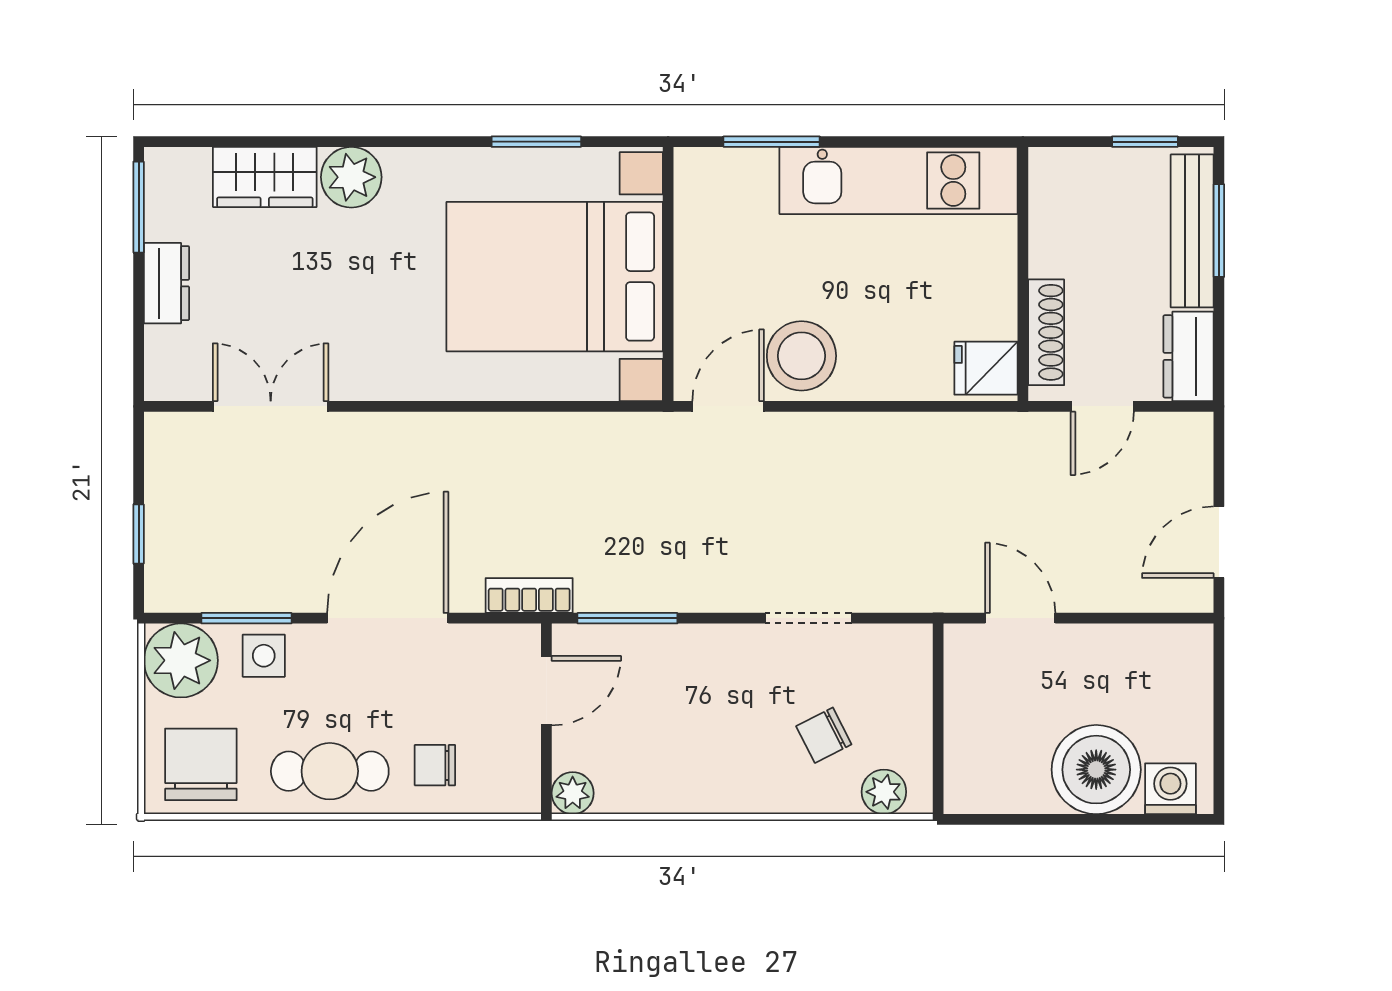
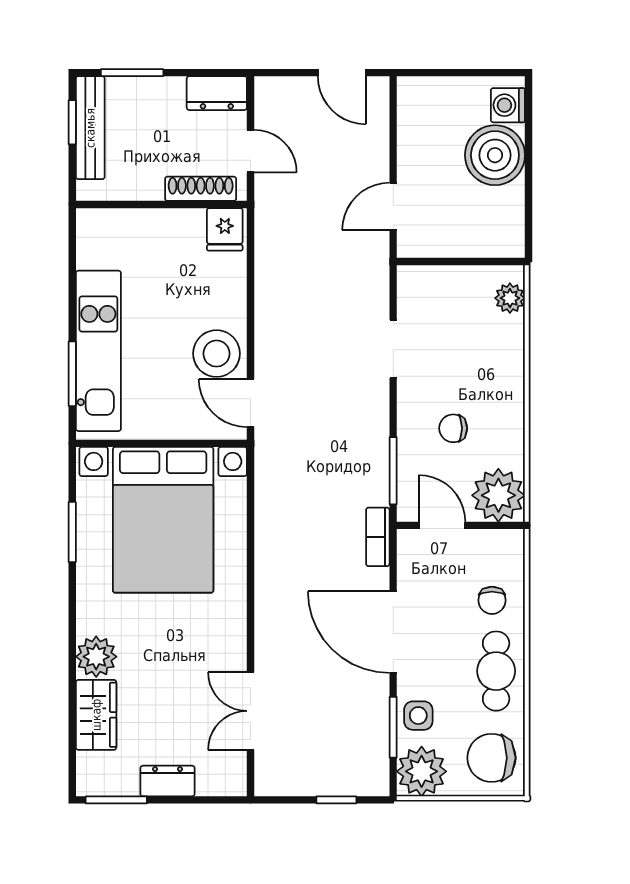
kitchen unit: (899, 180) -> (98, 351), moved
bench: (1192, 231) -> (90, 128), moved, turned 90
chair: (824, 735) -> (453, 428), moved, turned 117
plant: (573, 793) -> (498, 495), width x1.88, depth x1.88

